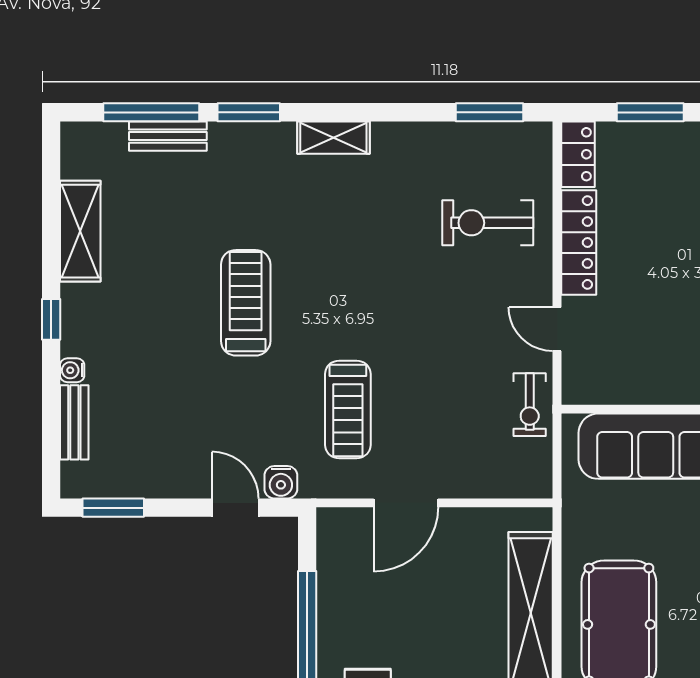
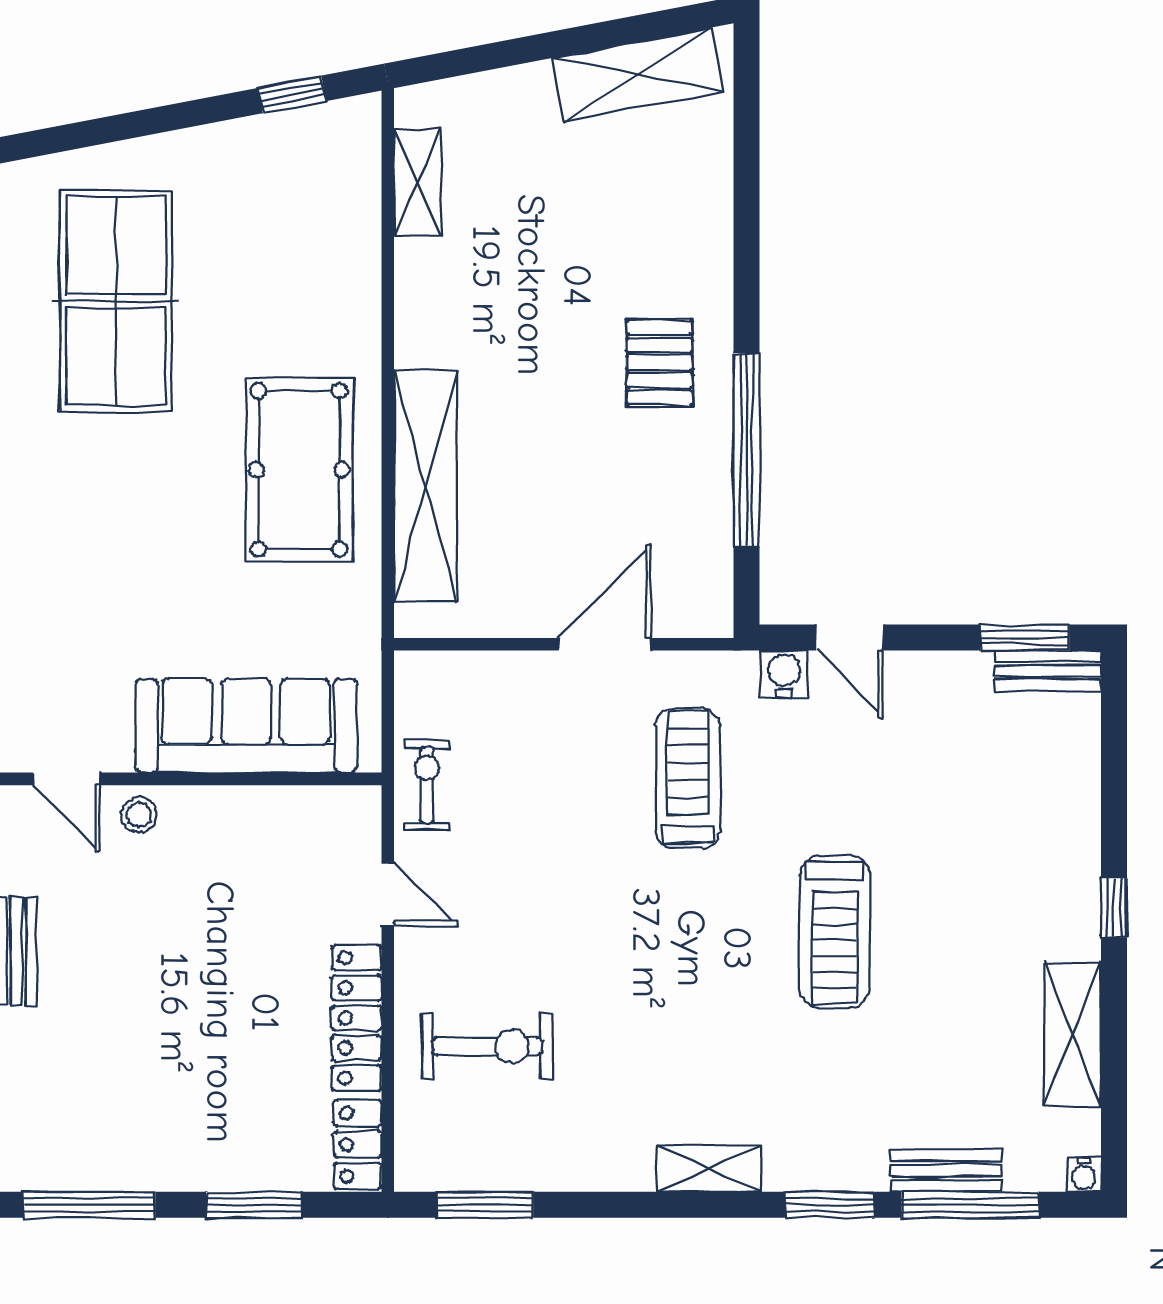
water cooler: (72, 370) -> (1084, 1175), moved, turned 90
bench: (74, 422) -> (1048, 671), moved, turned 90

